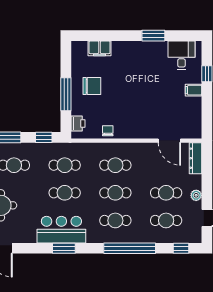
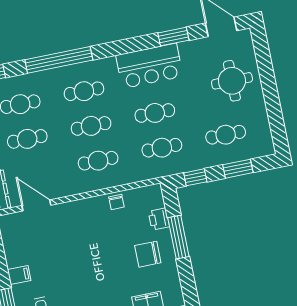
printer: (78, 124) -> (159, 219), moved
window: (64, 248) -> (173, 37), moved

